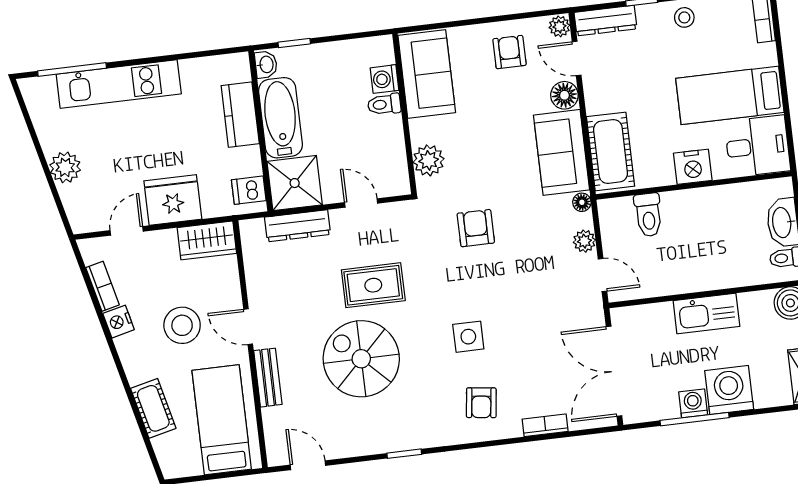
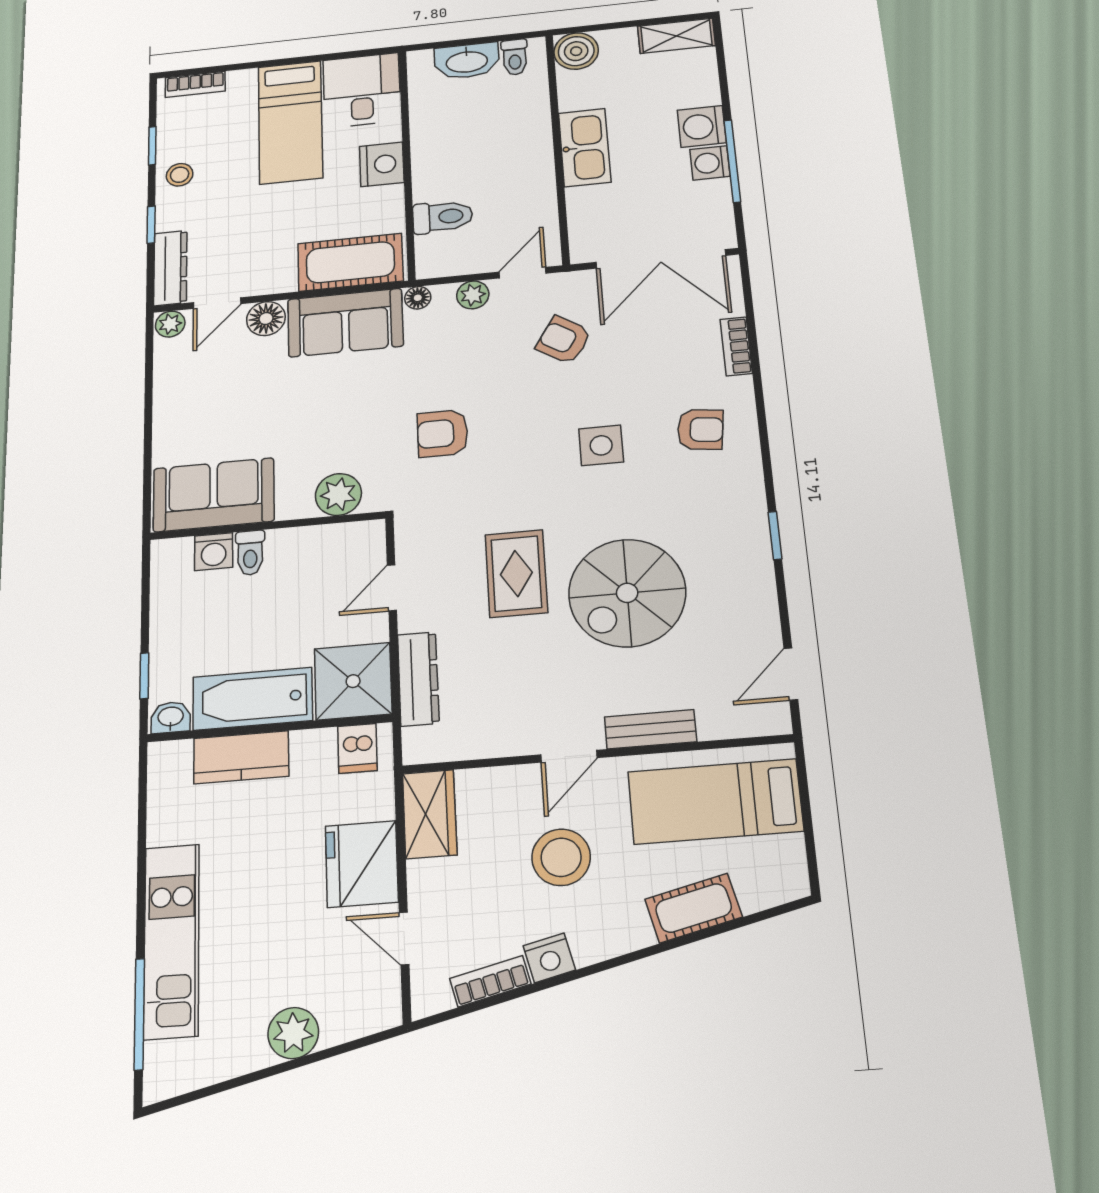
armchair: (509, 52) -> (564, 340), moved, turned 32
washing machine: (729, 390) -> (702, 126), width x0.73, depth x0.73

